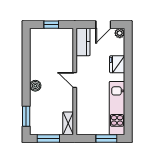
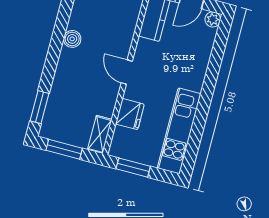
fridge: (117, 64) -> (130, 114), moved, turned 180
boiler: (35, 86) -> (72, 39), moved
window: (106, 138) -> (133, 168), moved

